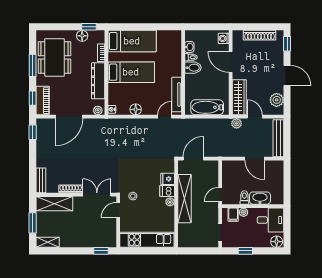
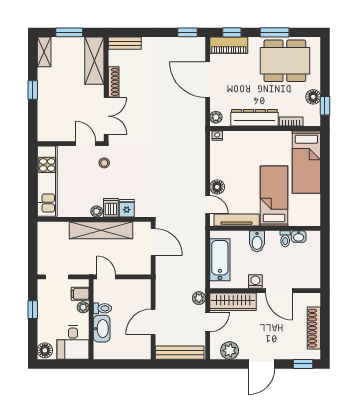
washing machine: (224, 38) -> (255, 281), moved
door: (231, 62) -> (279, 291), swing flipped
bidet: (193, 68) -> (257, 241), moved
bed: (131, 72) -> (274, 196), moved, turned 180
floor lamp: (136, 109) -> (217, 187), moved
window: (101, 251) -> (33, 90), moved

